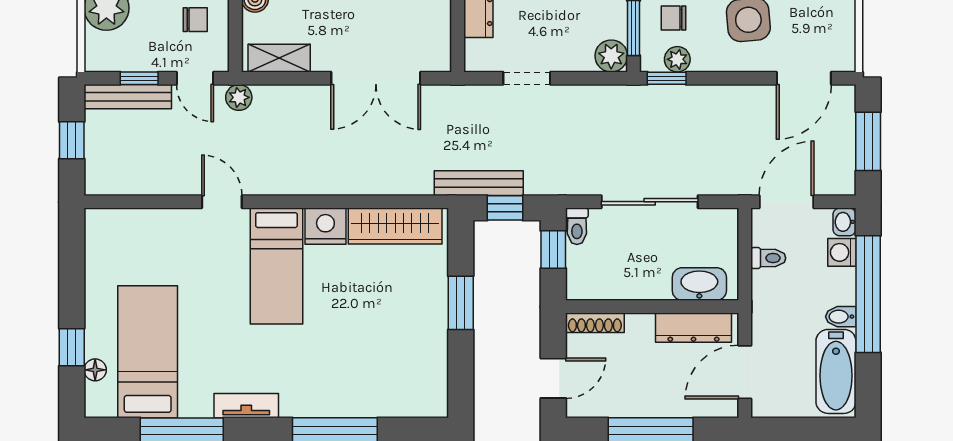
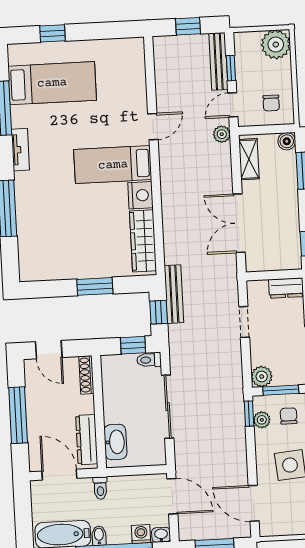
toilet: (768, 258) -> (100, 488), moved
floor lamp: (95, 370) -> (38, 49), removed

